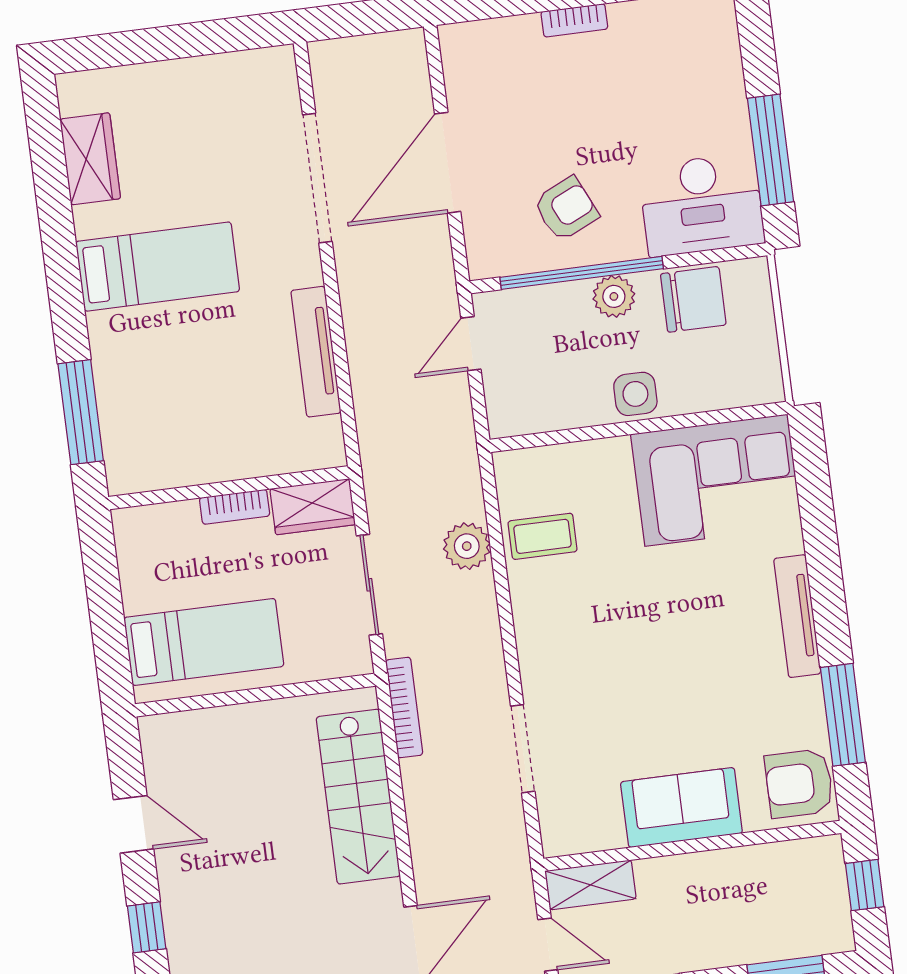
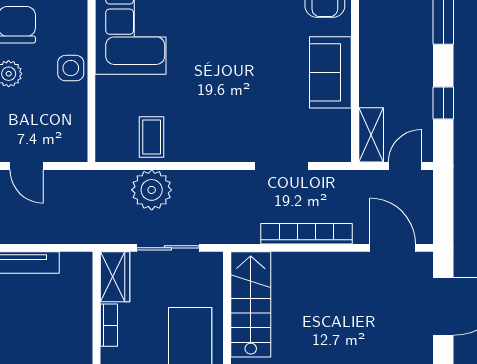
plant: (467, 546) -> (152, 190), width x1.36, depth x1.36
bookcase: (404, 708) -> (307, 234), moved, width x1.48, depth x1.31
stairs: (358, 797) -> (251, 304), moved, turned -90

